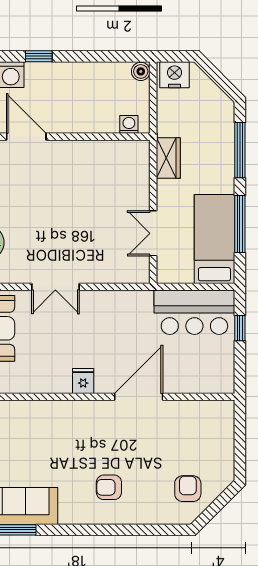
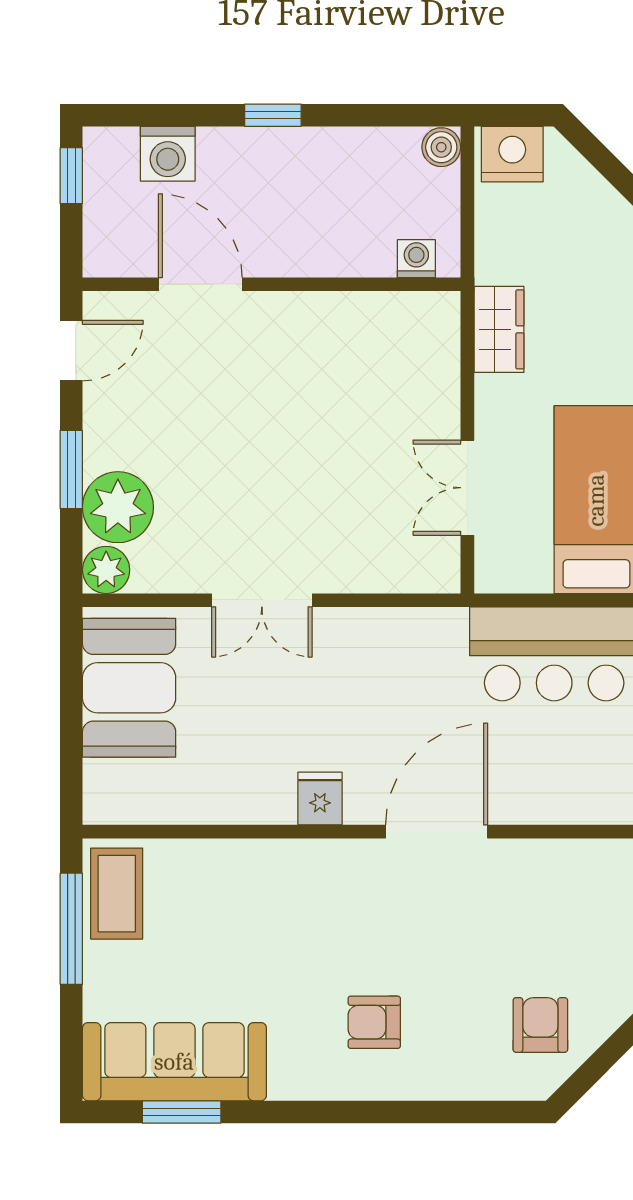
window: (39, 56) -> (273, 115), moved

